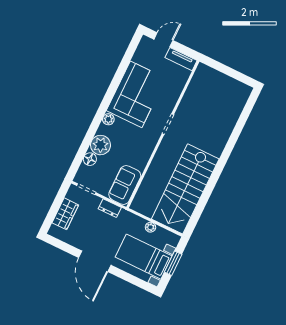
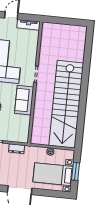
sofa: (125, 185) -> (24, 100), moved
stairs: (185, 189) -> (66, 104), width x1.36

